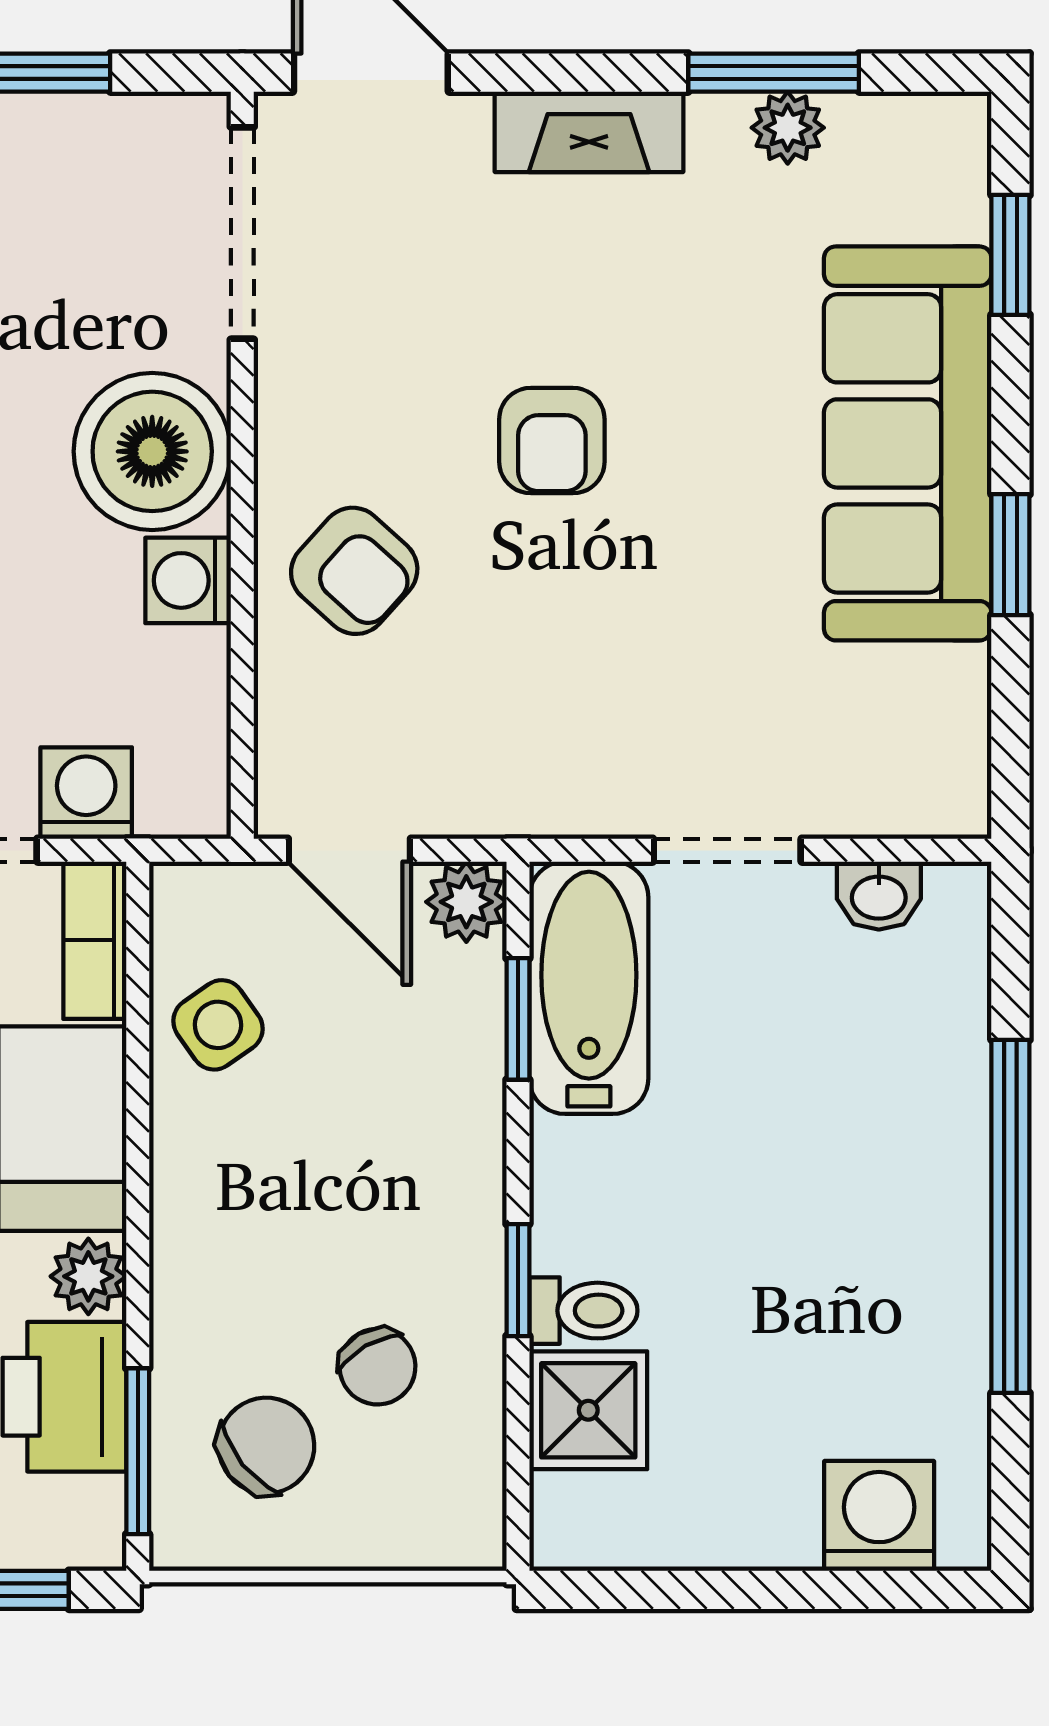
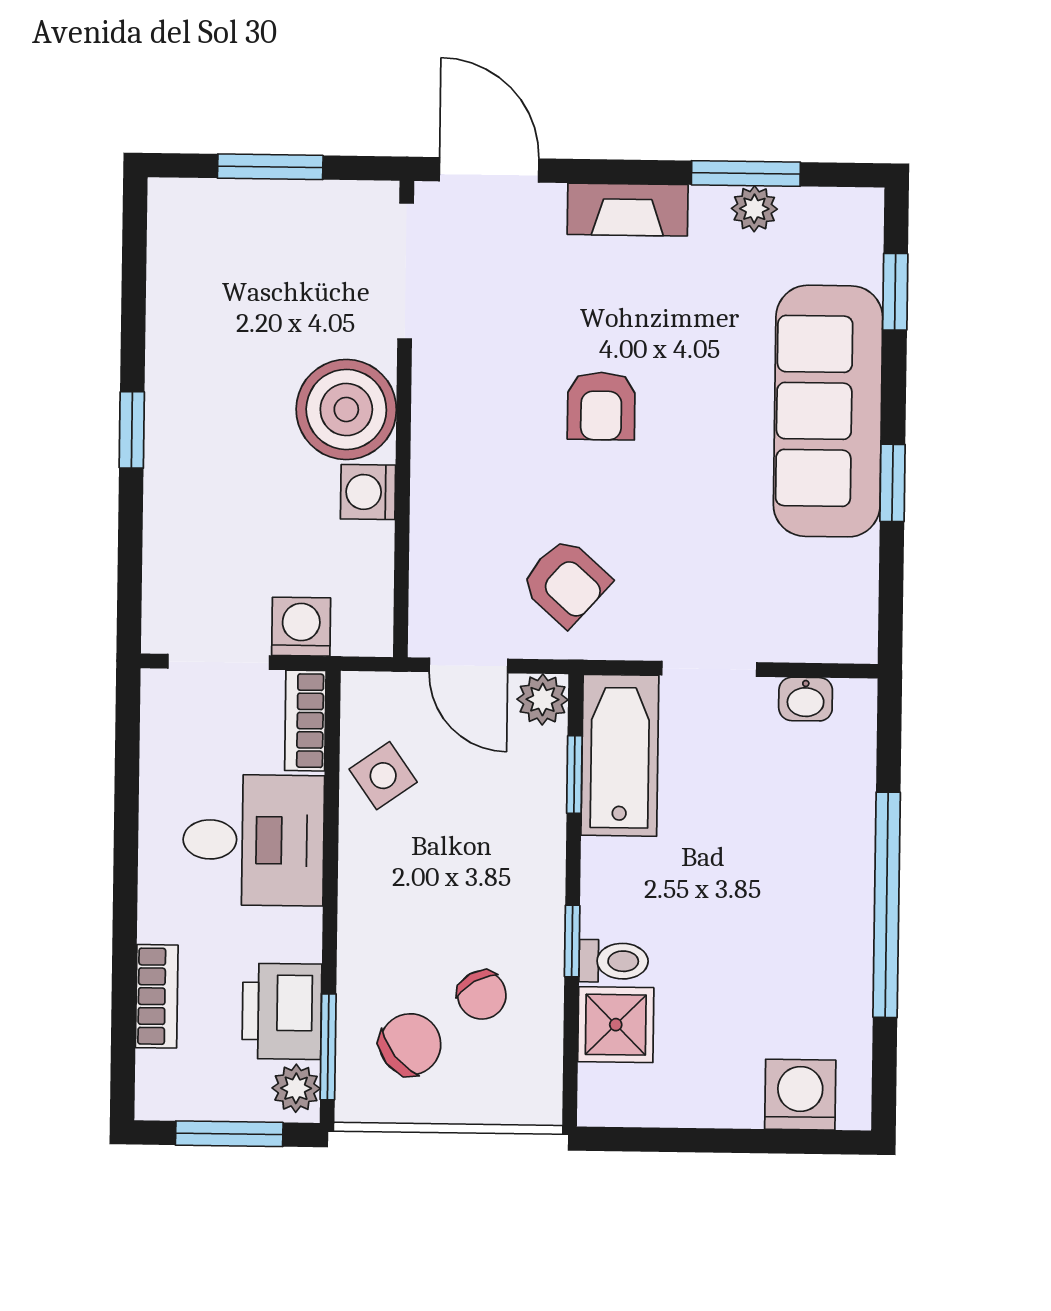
armchair: (354, 571) -> (566, 582), moved
plant: (88, 1276) -> (296, 1088), moved

